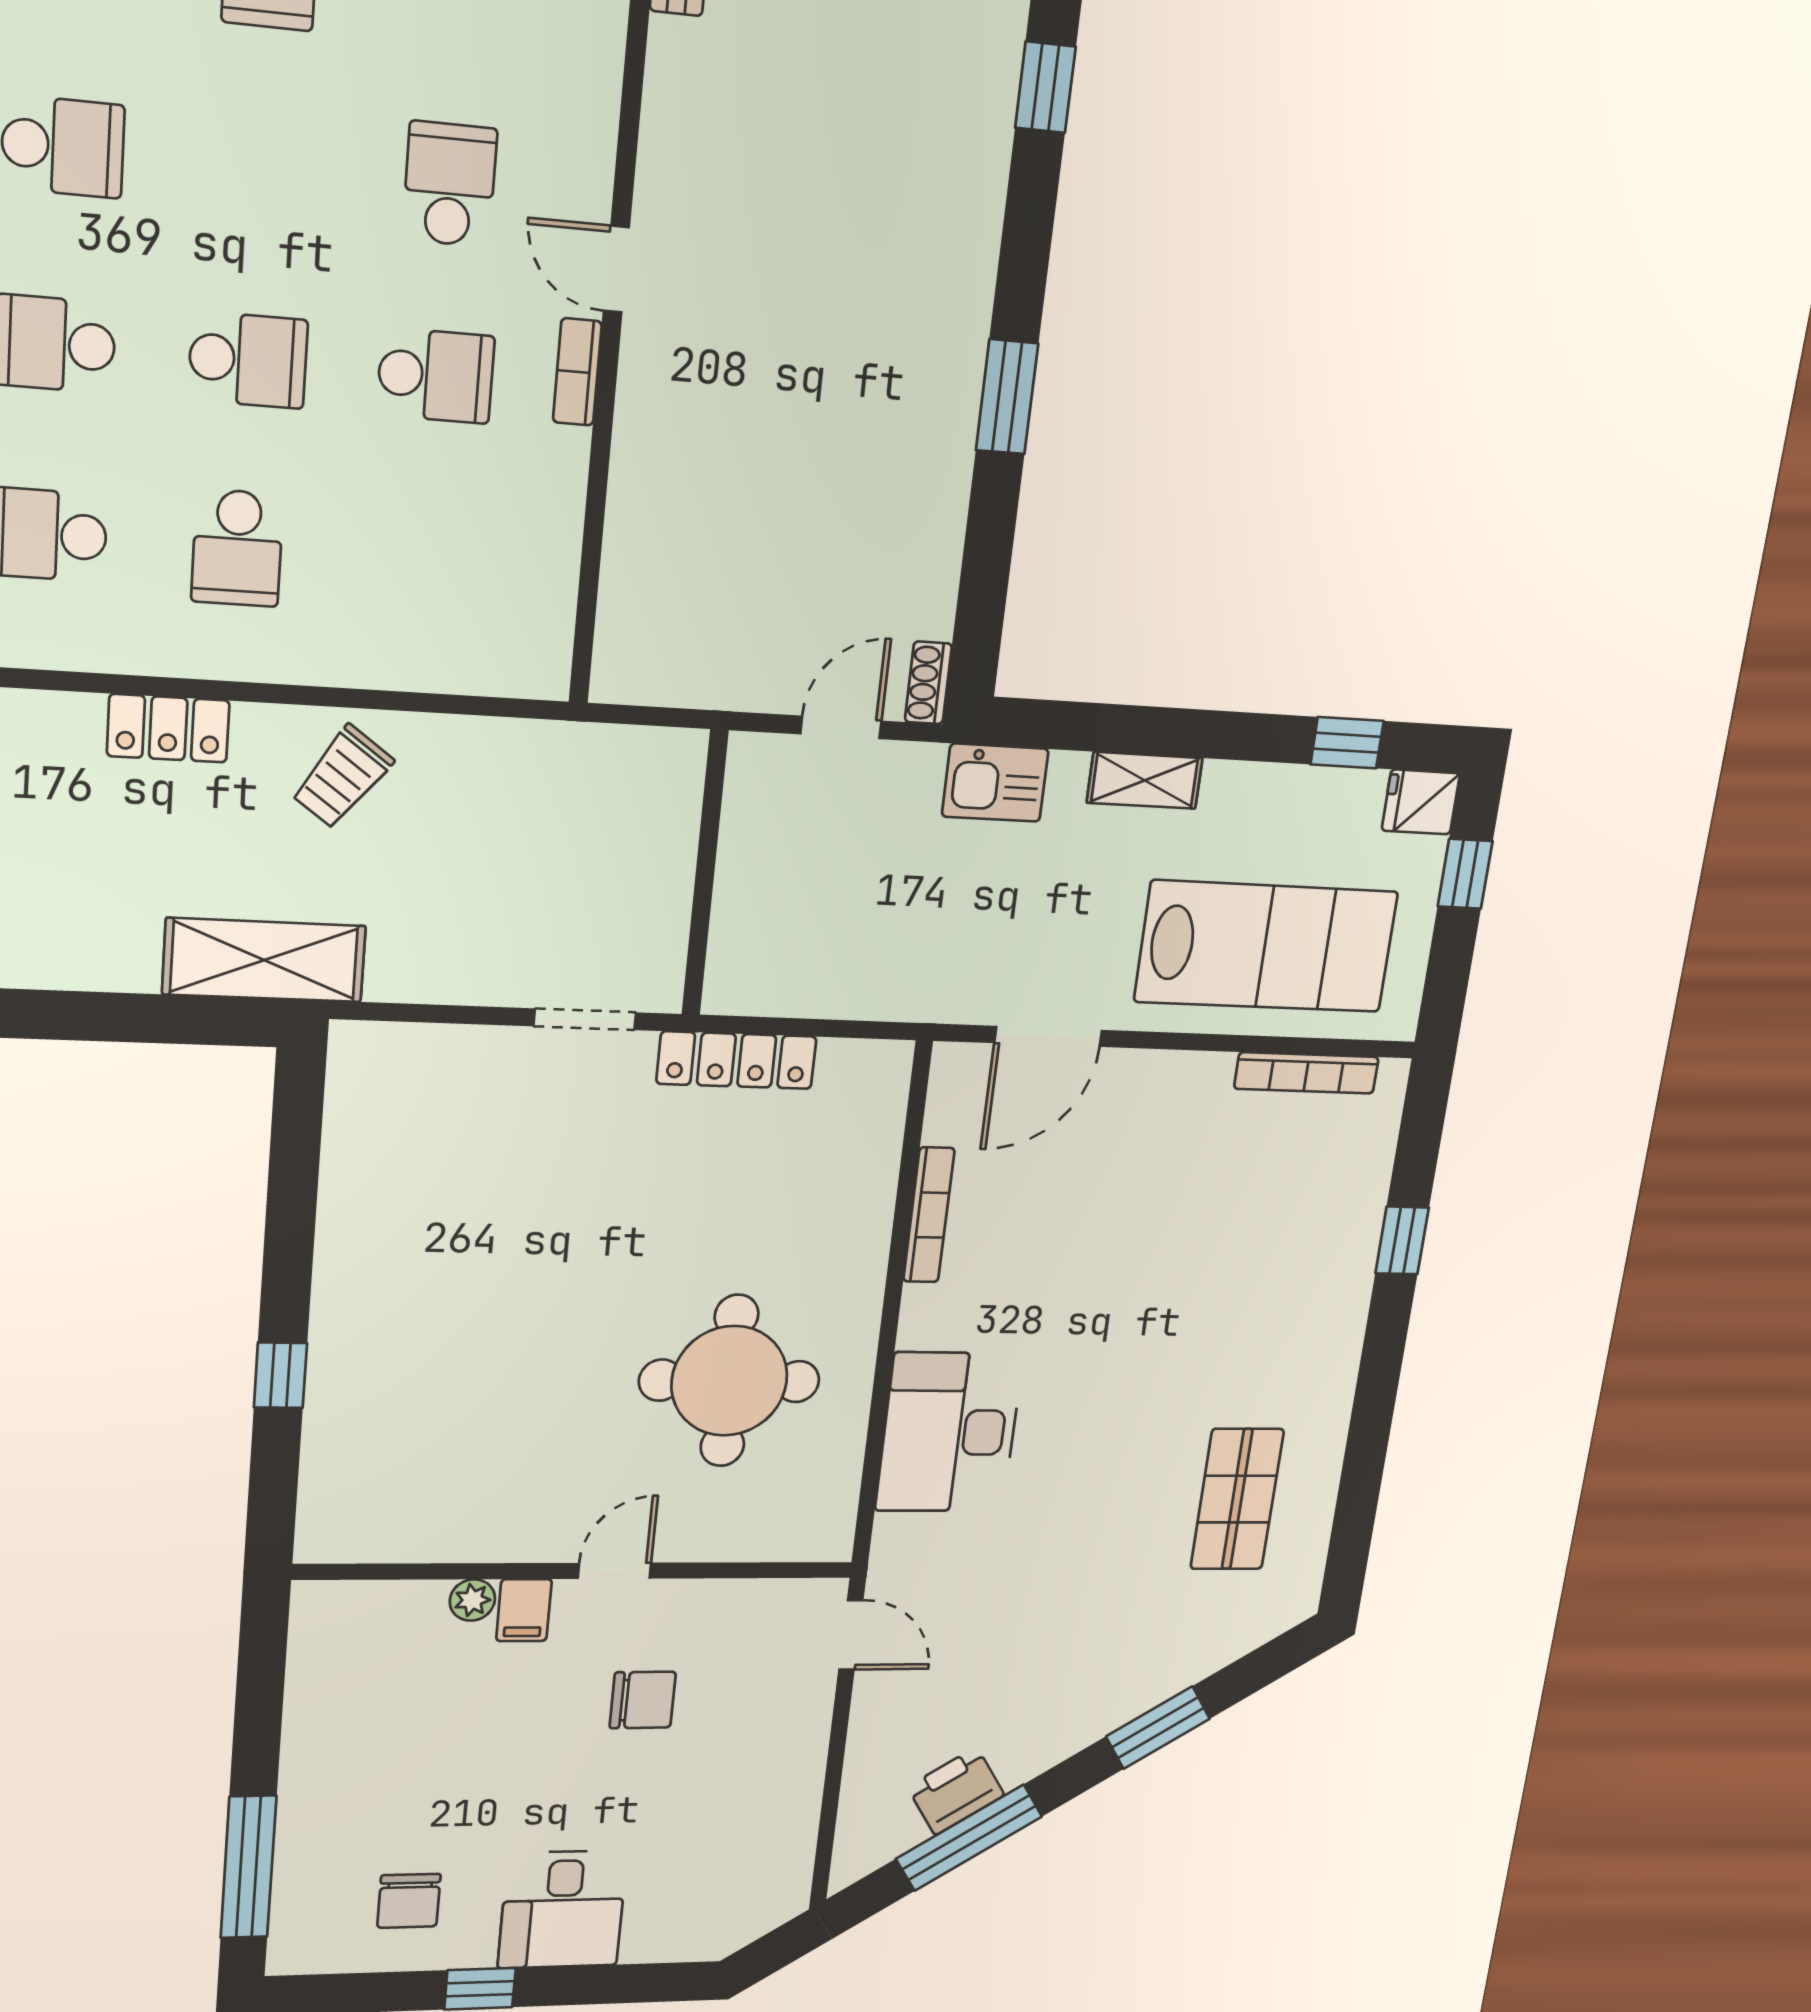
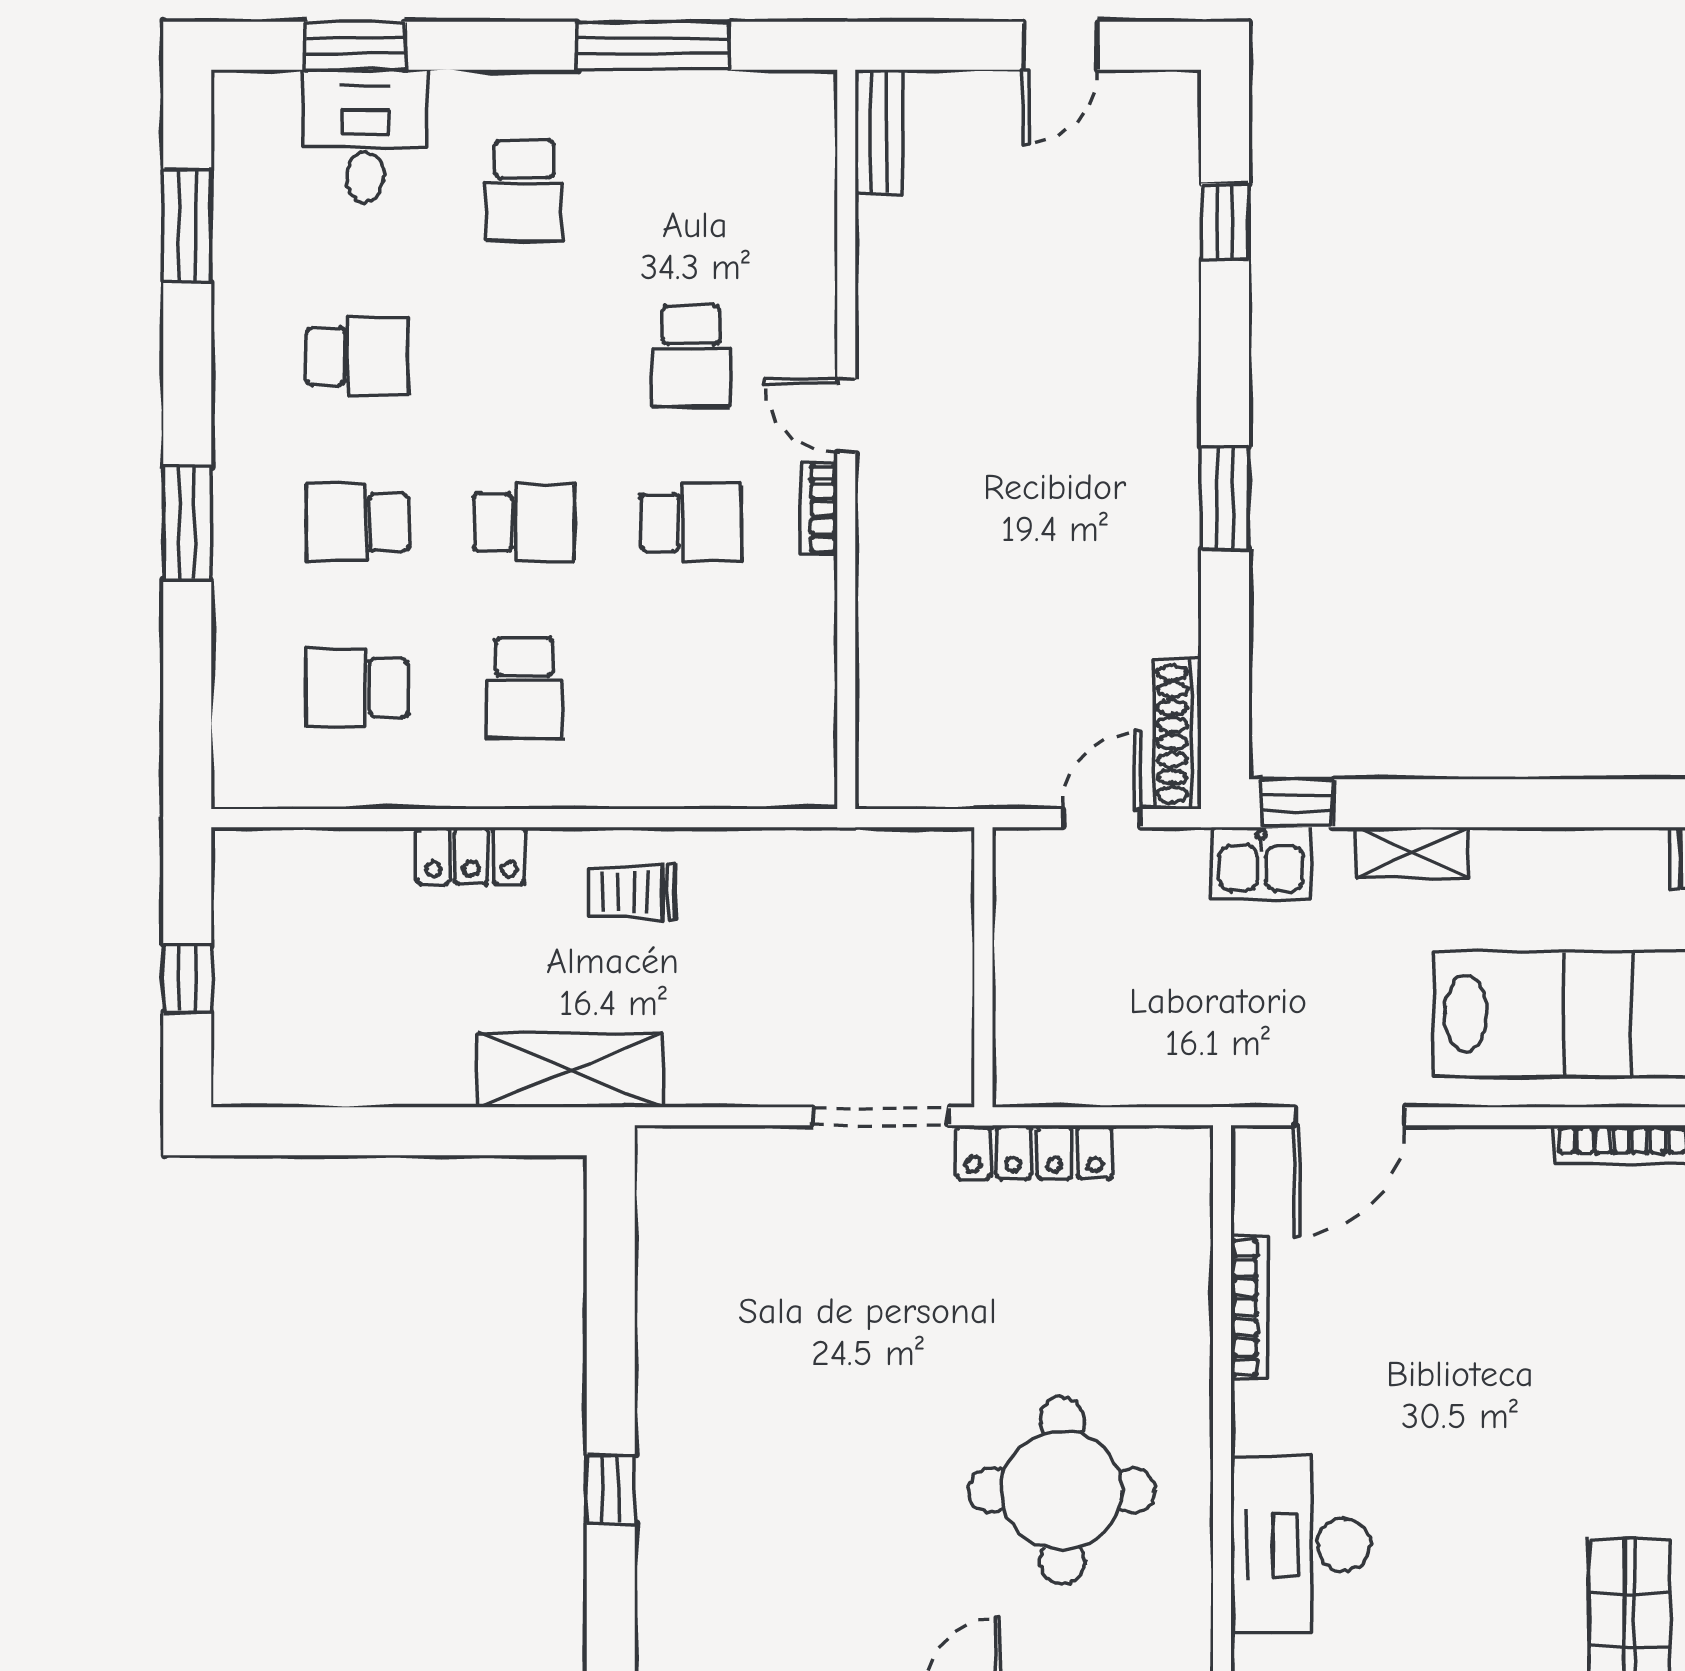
school desk: (450, 184) -> (691, 356), turned 180
shoe rack: (928, 683) -> (1178, 734), width x1.94, depth x1.24
window: (1347, 743) -> (1297, 803), moved
trolley: (342, 777) -> (632, 892), turned 54
doorway: (585, 1019) -> (880, 1116), width x1.38

